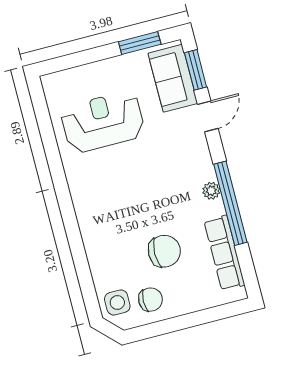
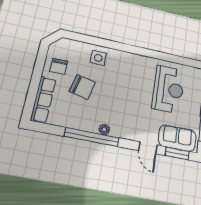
chair: (164, 251) -> (82, 87), turned -77
row of seats: (224, 253) -> (43, 99), moved, turned 90
side table: (117, 302) -> (98, 58), moved

